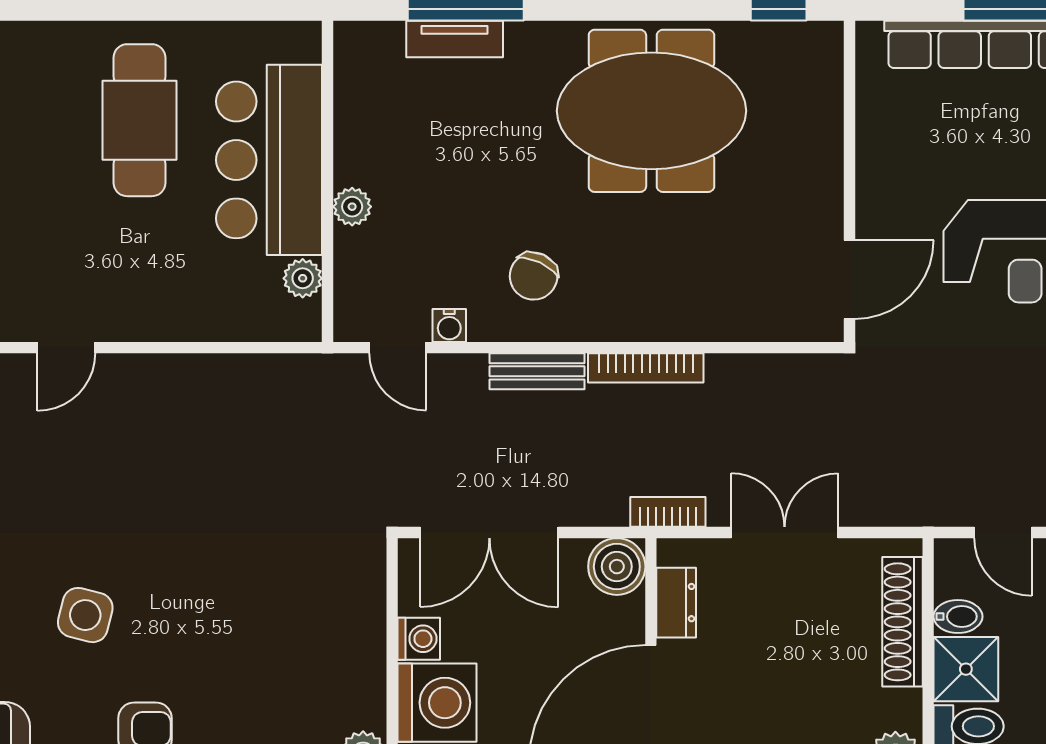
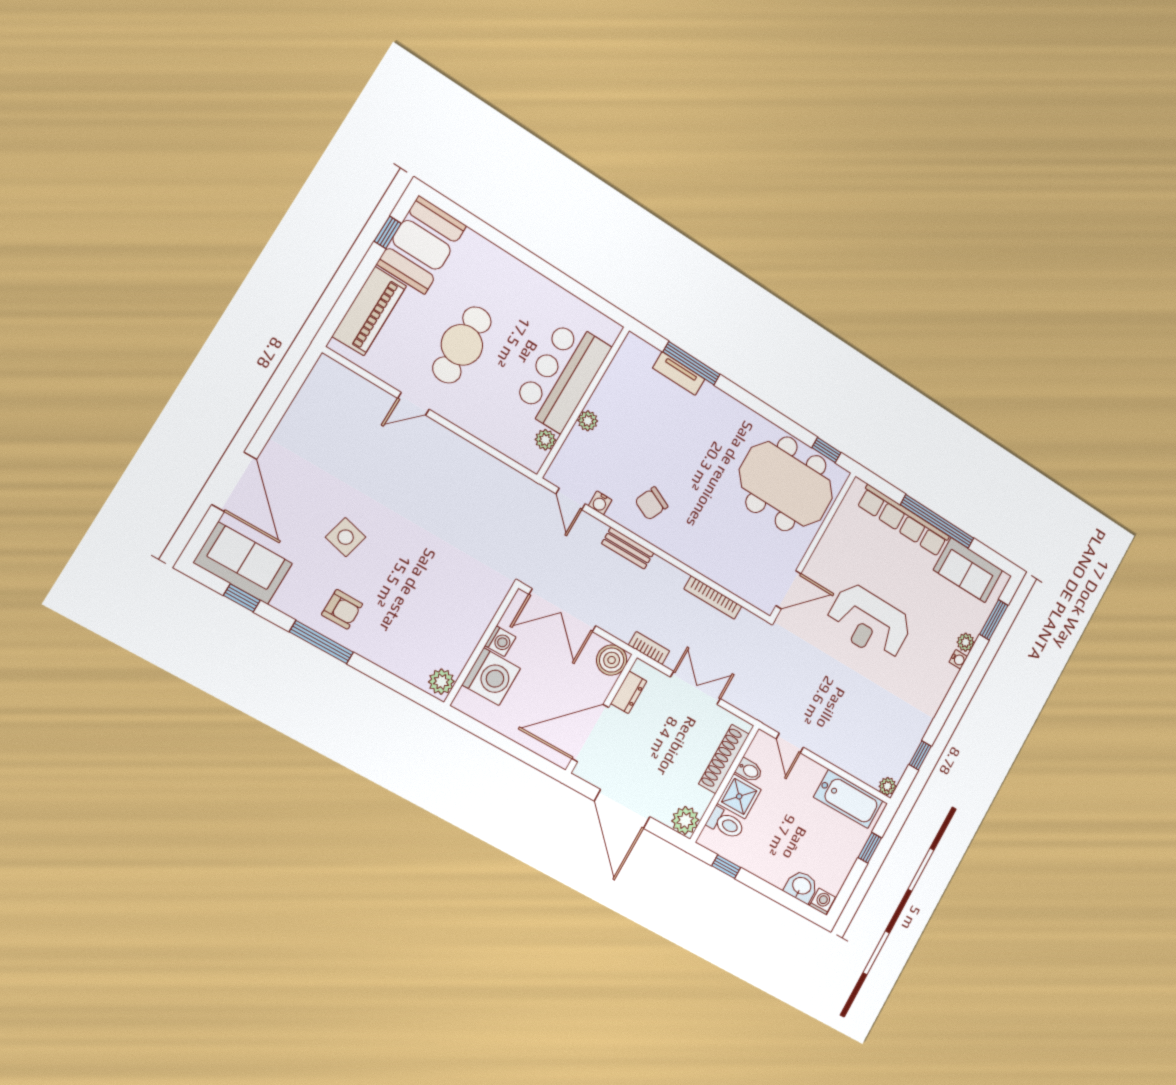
meeting table: (651, 111) -> (786, 484), moved
cafe table: (139, 120) -> (462, 345), moved
bookcase: (646, 368) -> (713, 598), moved

